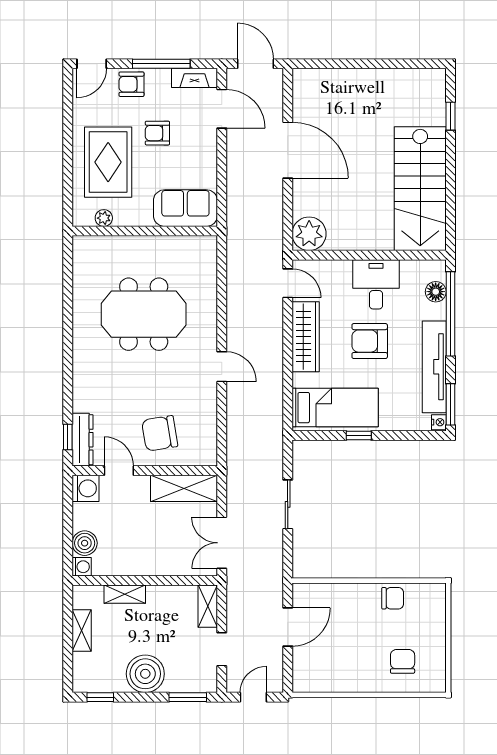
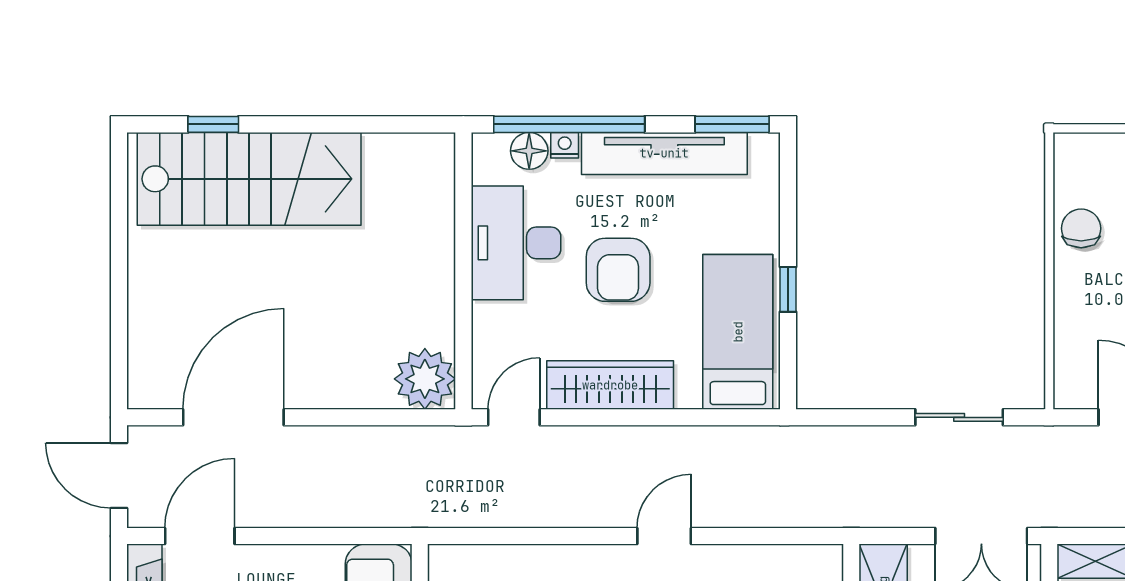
door: (255, 64) -> (119, 475), hinge flipped
door: (288, 150) -> (233, 417), moved
stairs: (420, 189) -> (249, 179), moved
desk: (376, 284) -> (516, 243), width x1.37
nightstand: (439, 422) -> (565, 145), moved
sliding door: (288, 504) -> (959, 417), moved

